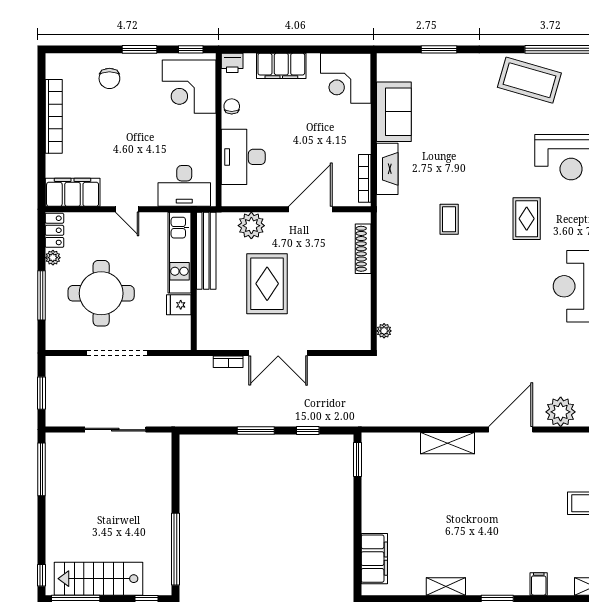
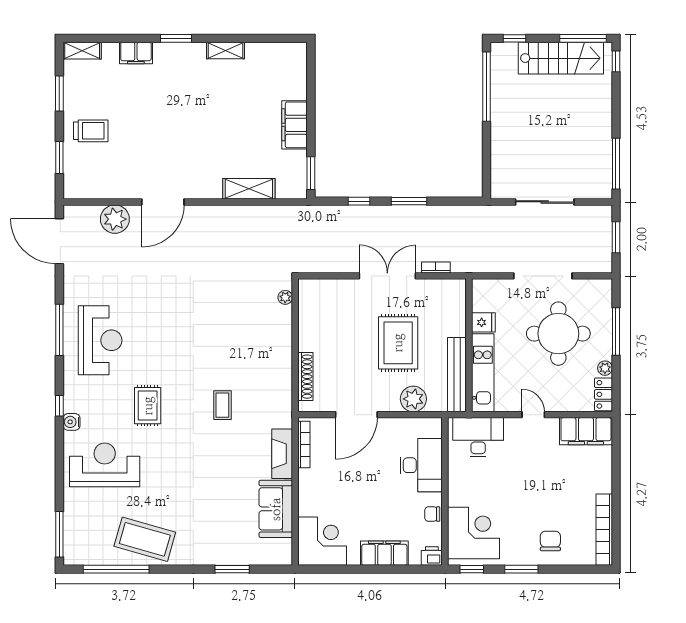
chair: (232, 106) -> (432, 514), turned 90
bookcase: (54, 116) -> (604, 530), moved
shelving: (447, 443) -> (249, 189), moved
filing cabinet: (374, 559) -> (295, 125), moved
filing cabinet: (539, 584) -> (136, 53), width x2.00

